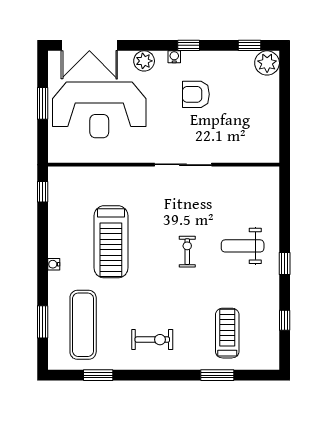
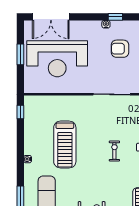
plant: (144, 61) -> (86, 27), removed

